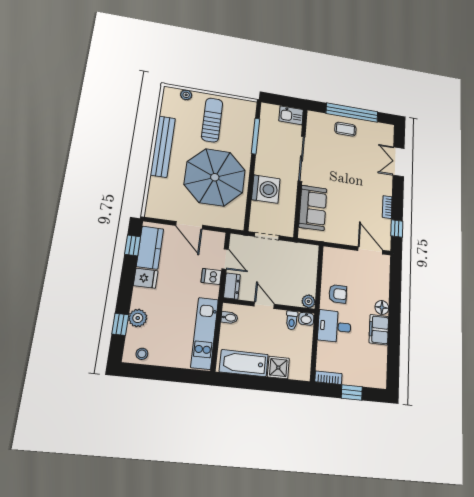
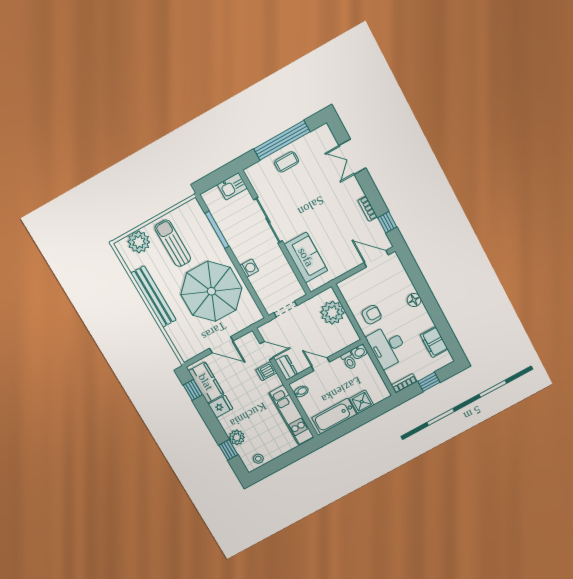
plant: (186, 95) -> (139, 242), width x1.88, depth x1.88
washing machine: (266, 189) -> (249, 268), width x0.53, depth x0.53
plant: (308, 301) -> (332, 313), moved, width x1.88, depth x1.88
desk: (334, 326) -> (387, 347), width x1.37
filing cabinet: (379, 330) -> (434, 342), moved

